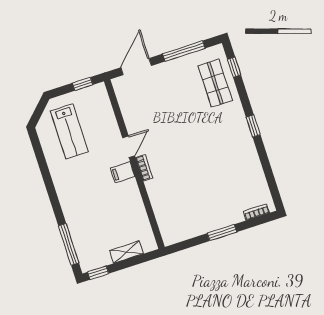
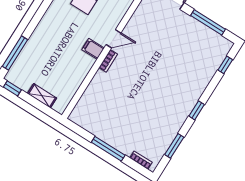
shop shelf: (215, 83) -> (204, 61), removed
window: (268, 172) -> (174, 146), added
window: (222, 233) -> (108, 149), width x1.44

